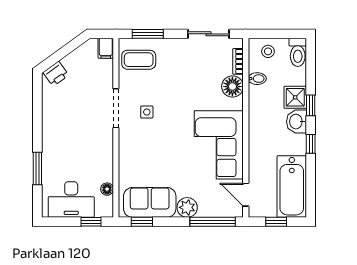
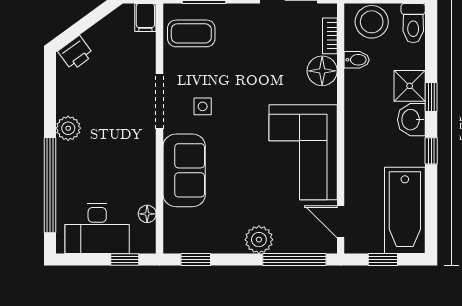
stool: (268, 51) -> (372, 22), width x1.89, depth x1.89
plant: (50, 128) -> (68, 128), added
window: (37, 168) -> (50, 185), width x2.11
sofa: (150, 202) -> (184, 170), moved, turned 90

